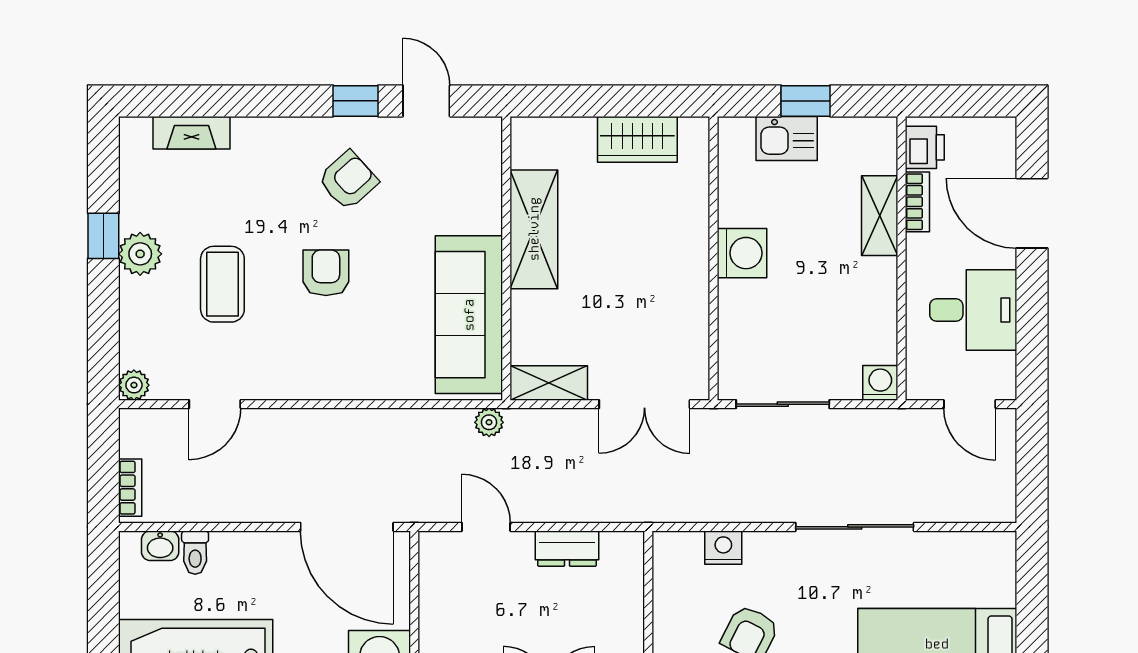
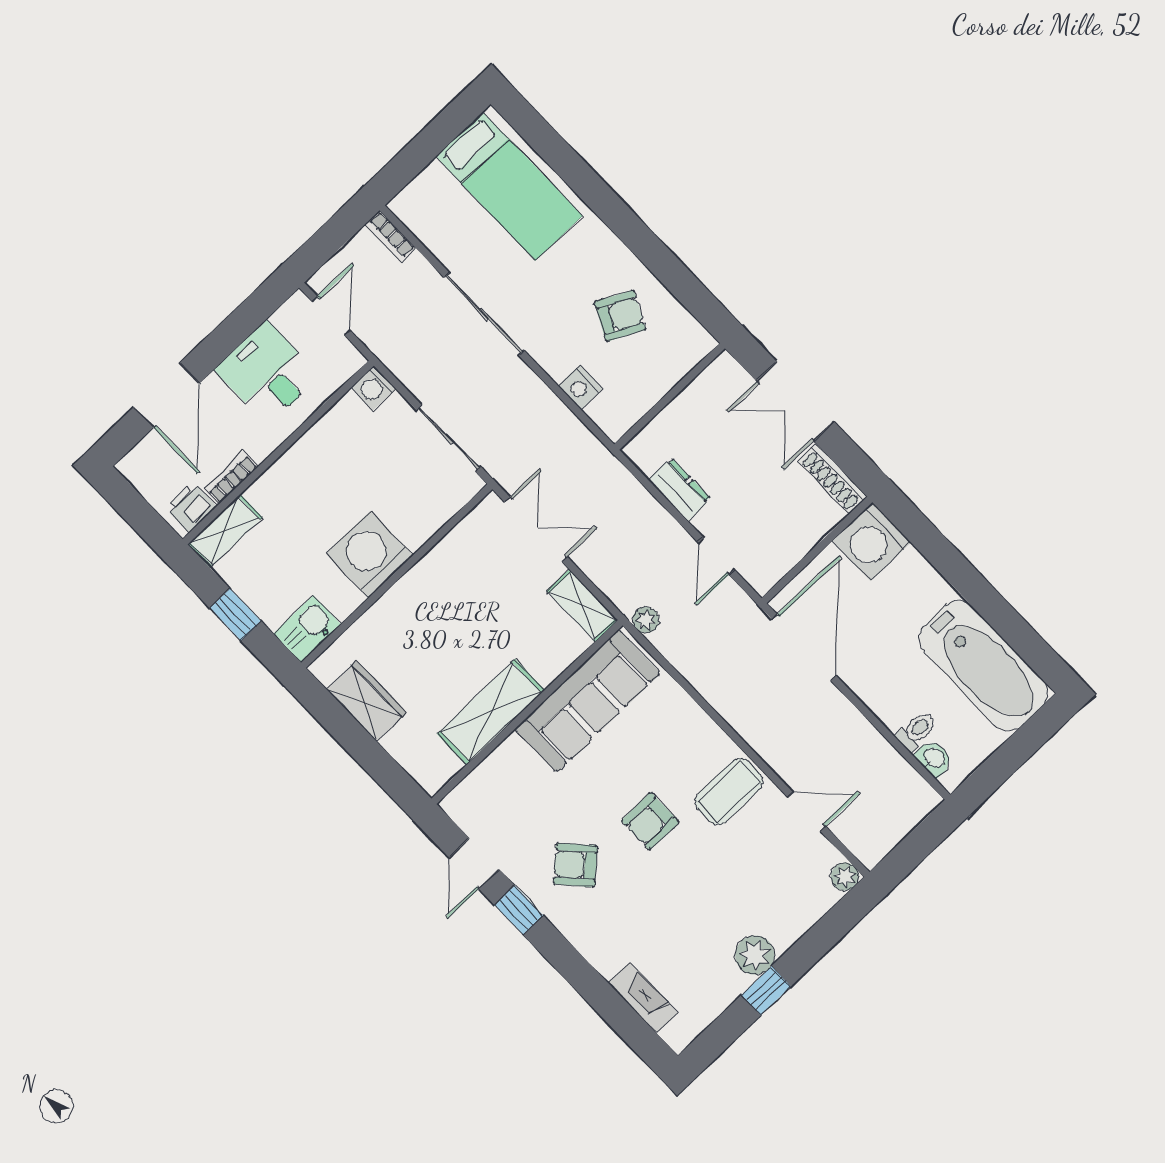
kitchen sink: (787, 138) -> (307, 629), moved, turned -90
shelving: (880, 216) -> (225, 531), moved
washing machine: (742, 253) -> (370, 554), width x1.37, depth x1.37
coffee table: (222, 284) -> (729, 791), moved
bookcase: (130, 488) -> (390, 236), moved, turned -90

